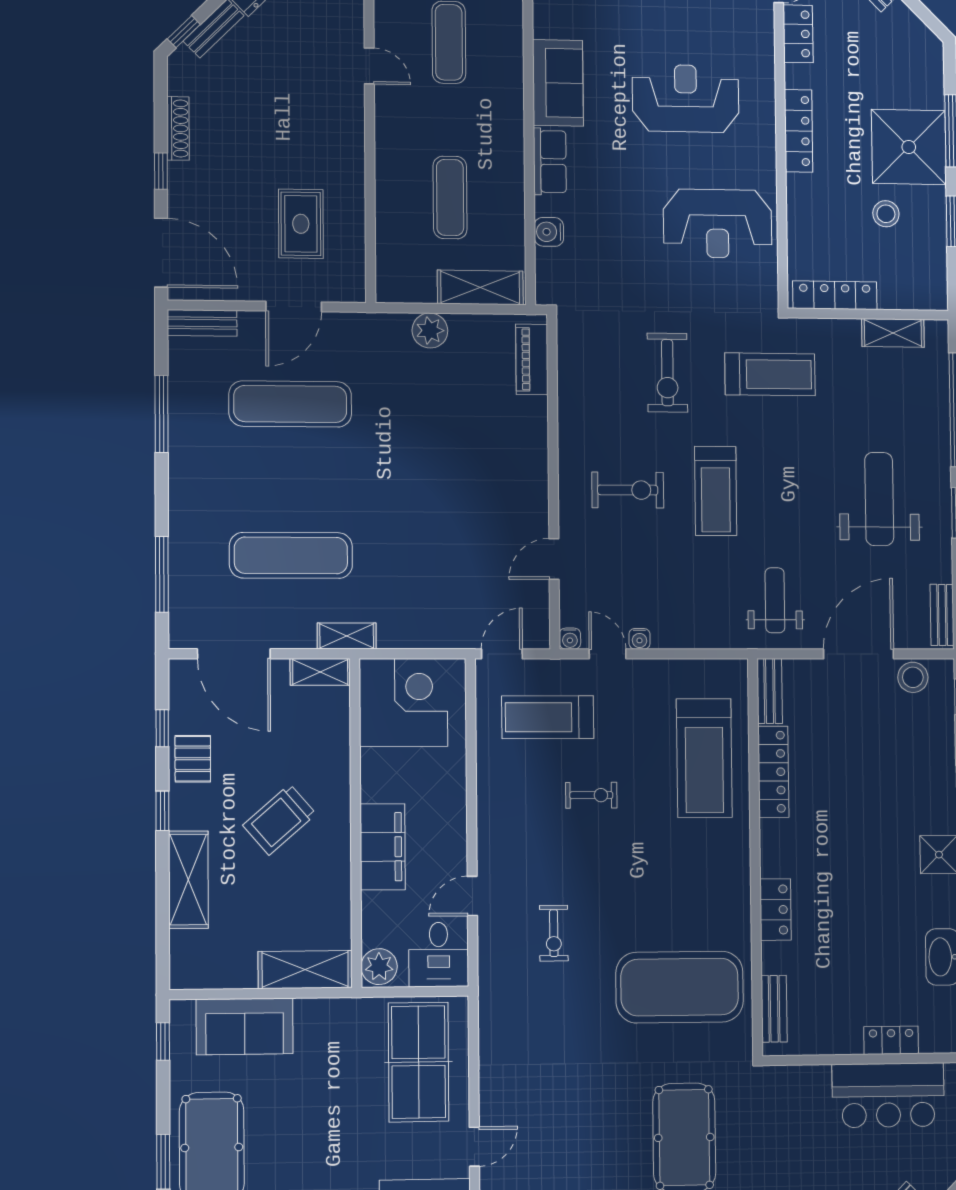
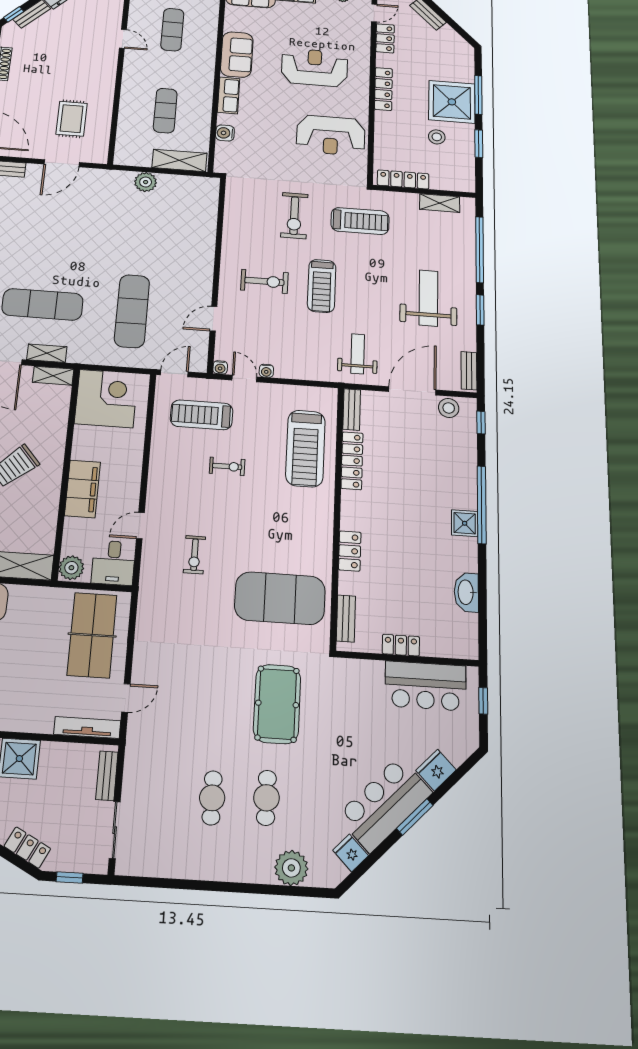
piano: (532, 359) -> (208, 202), removed
exercise mat: (290, 404) -> (132, 311), moved, turned 90
shelving: (347, 636) -> (47, 353), moved
locker: (891, 1040) -> (401, 645), moved

